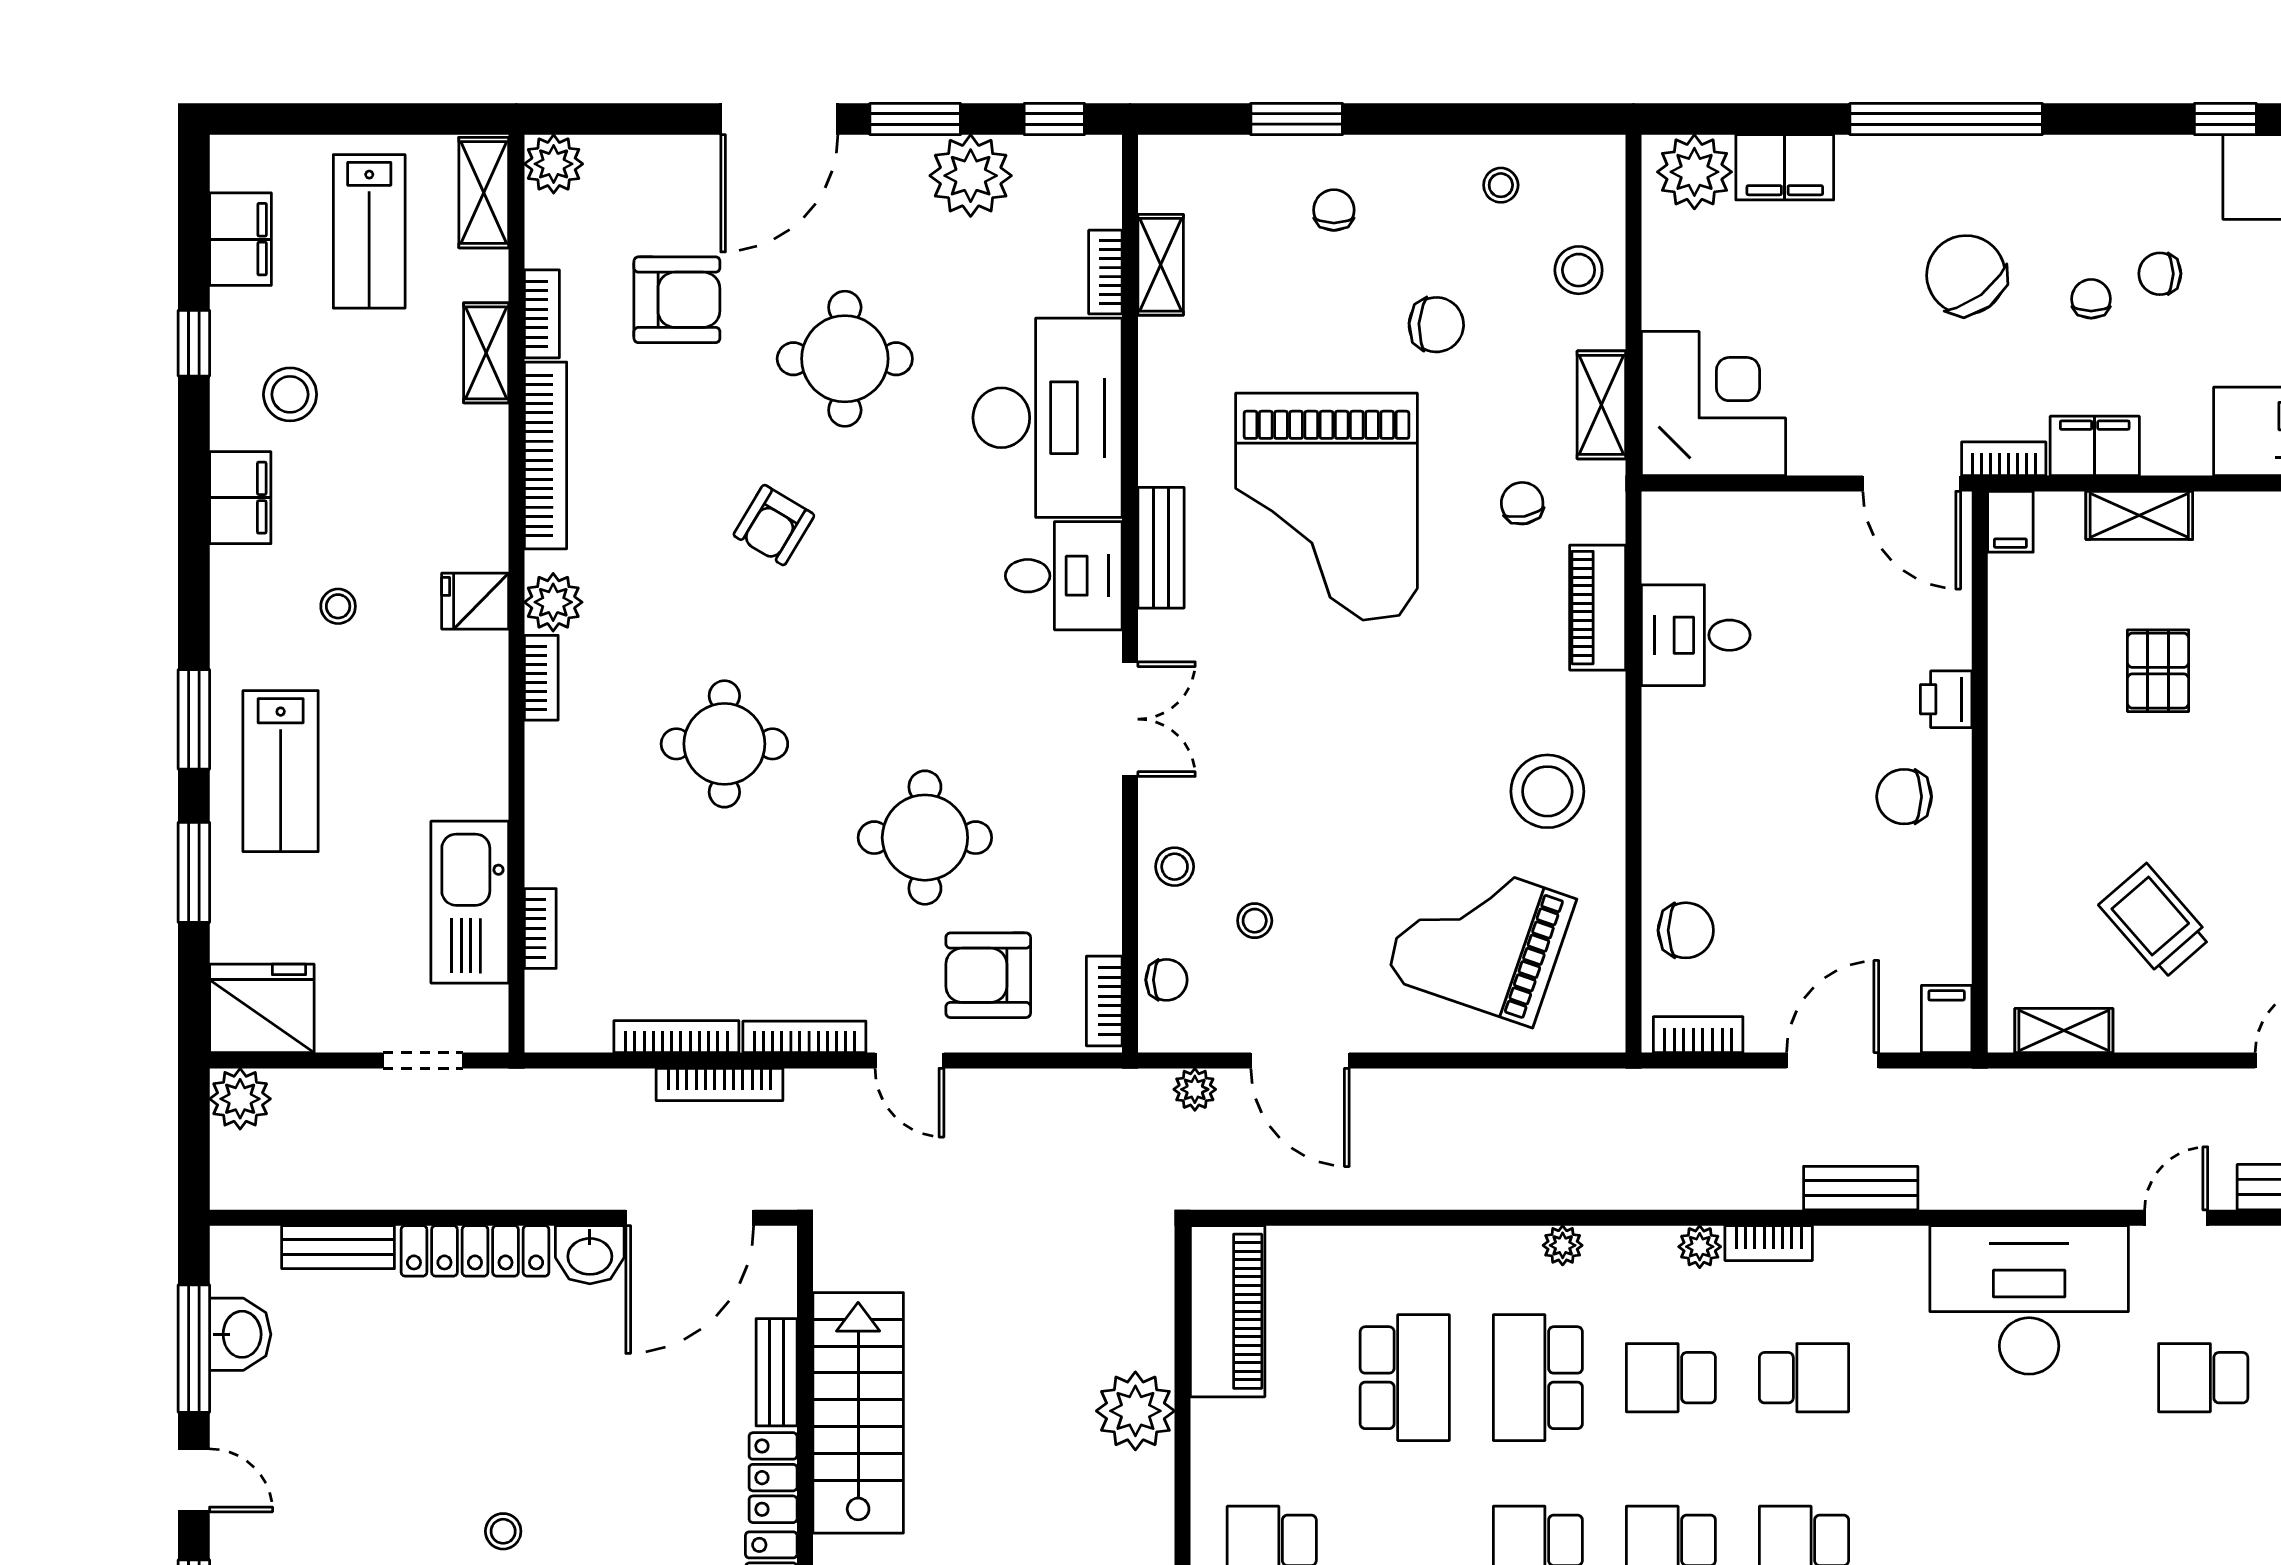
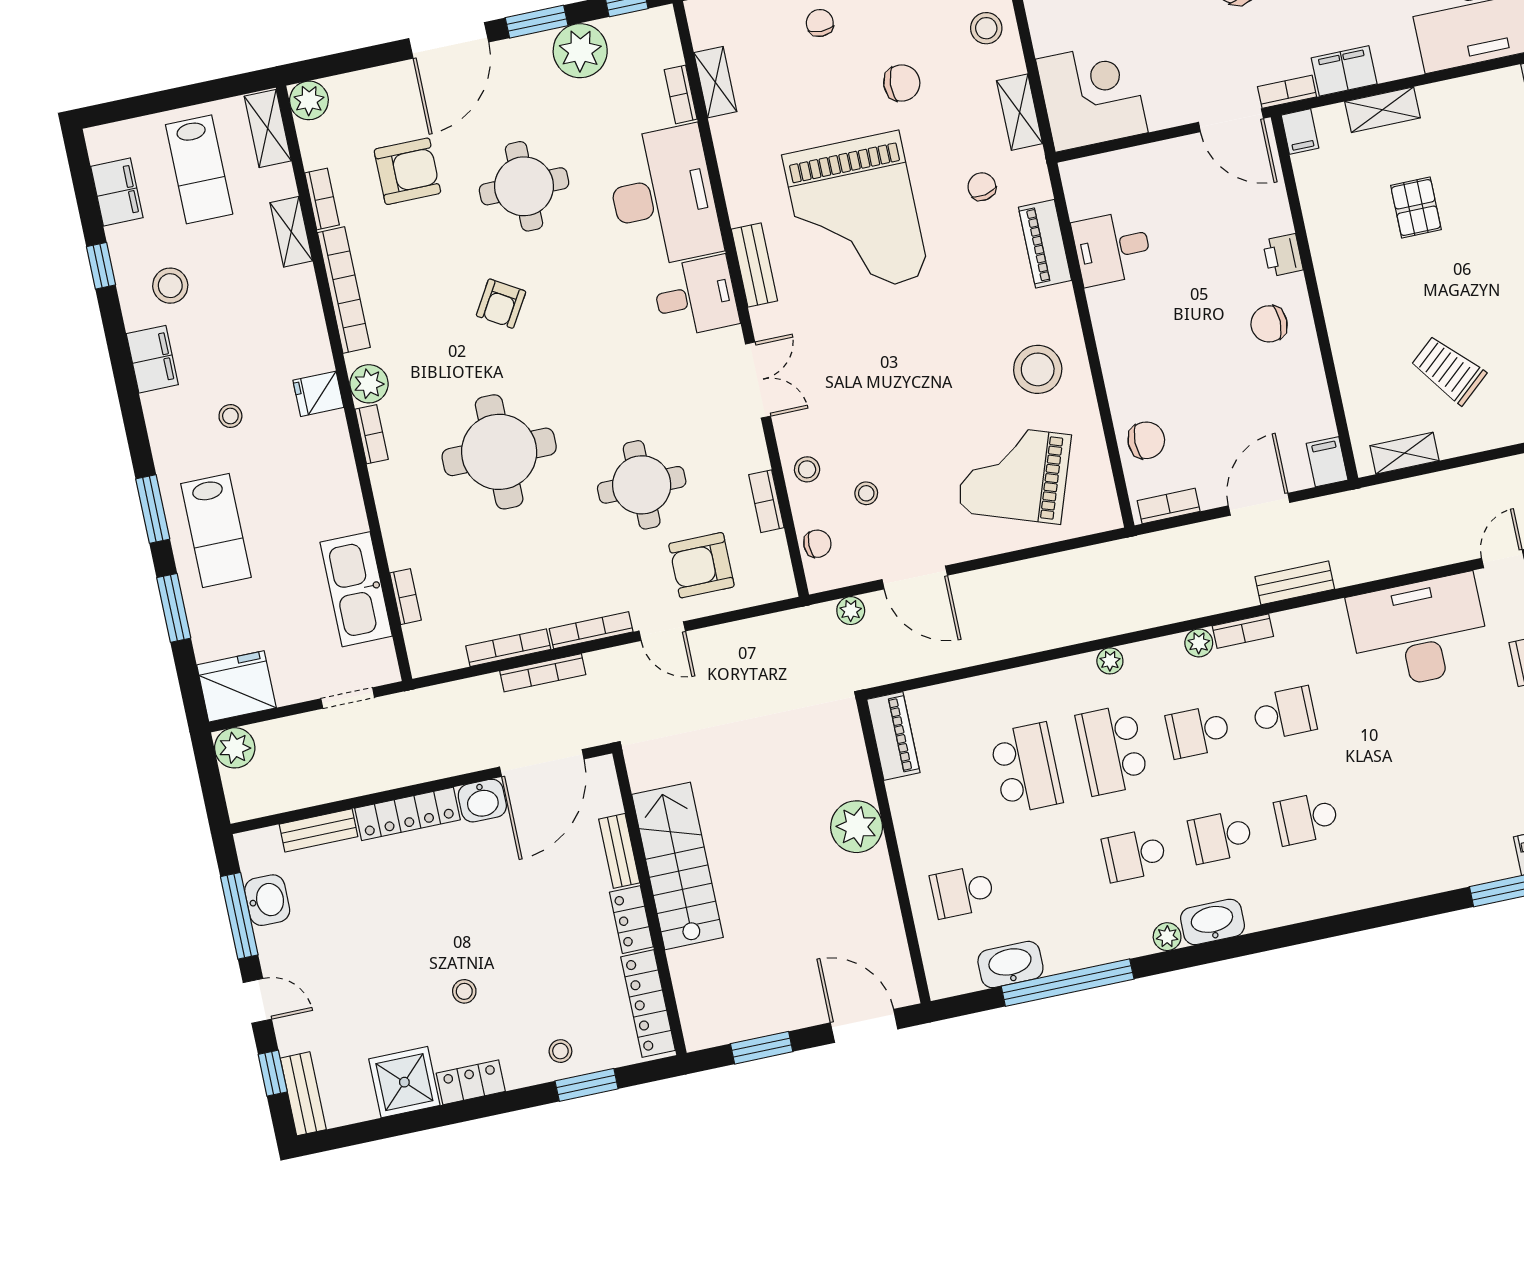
round table: (724, 744) -> (499, 452), width x1.36, depth x1.36
bookcase: (1104, 1001) -> (766, 501), moved
piano: (1228, 1311) -> (893, 736), width x0.73, depth x0.75

